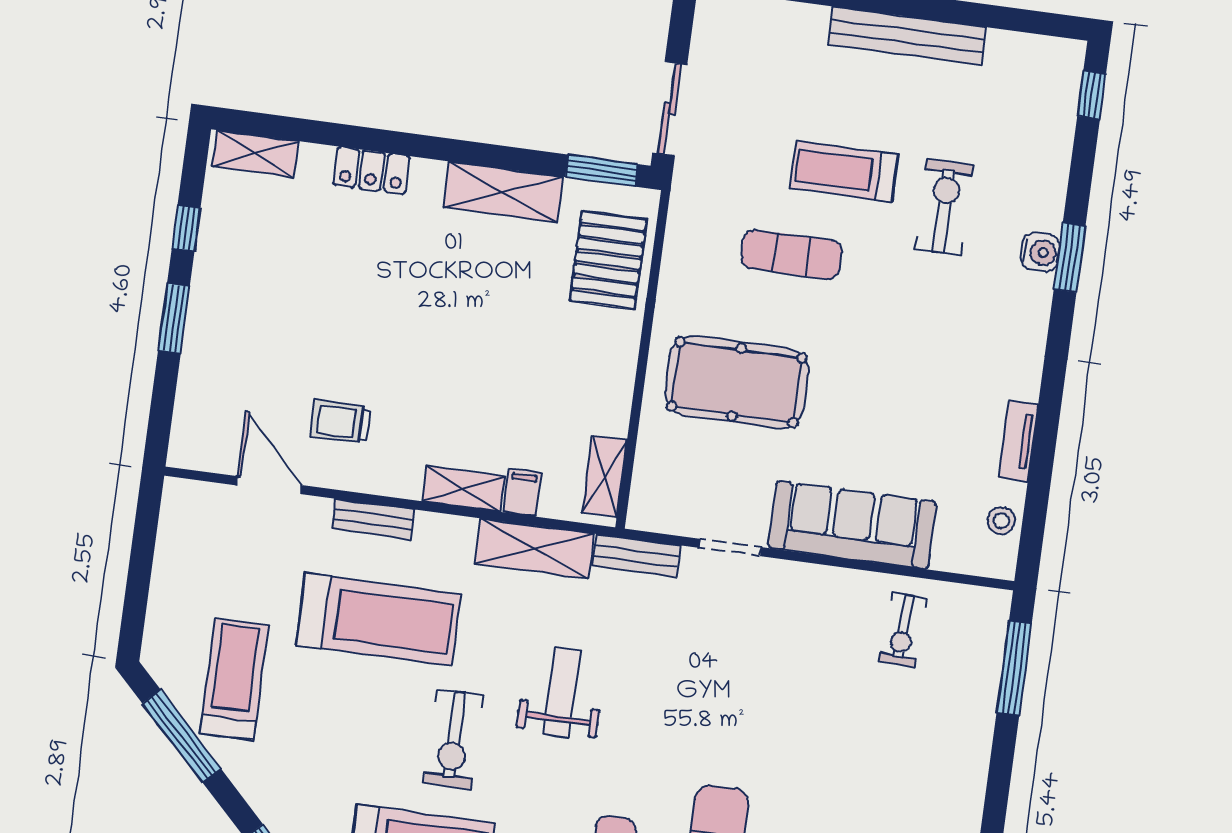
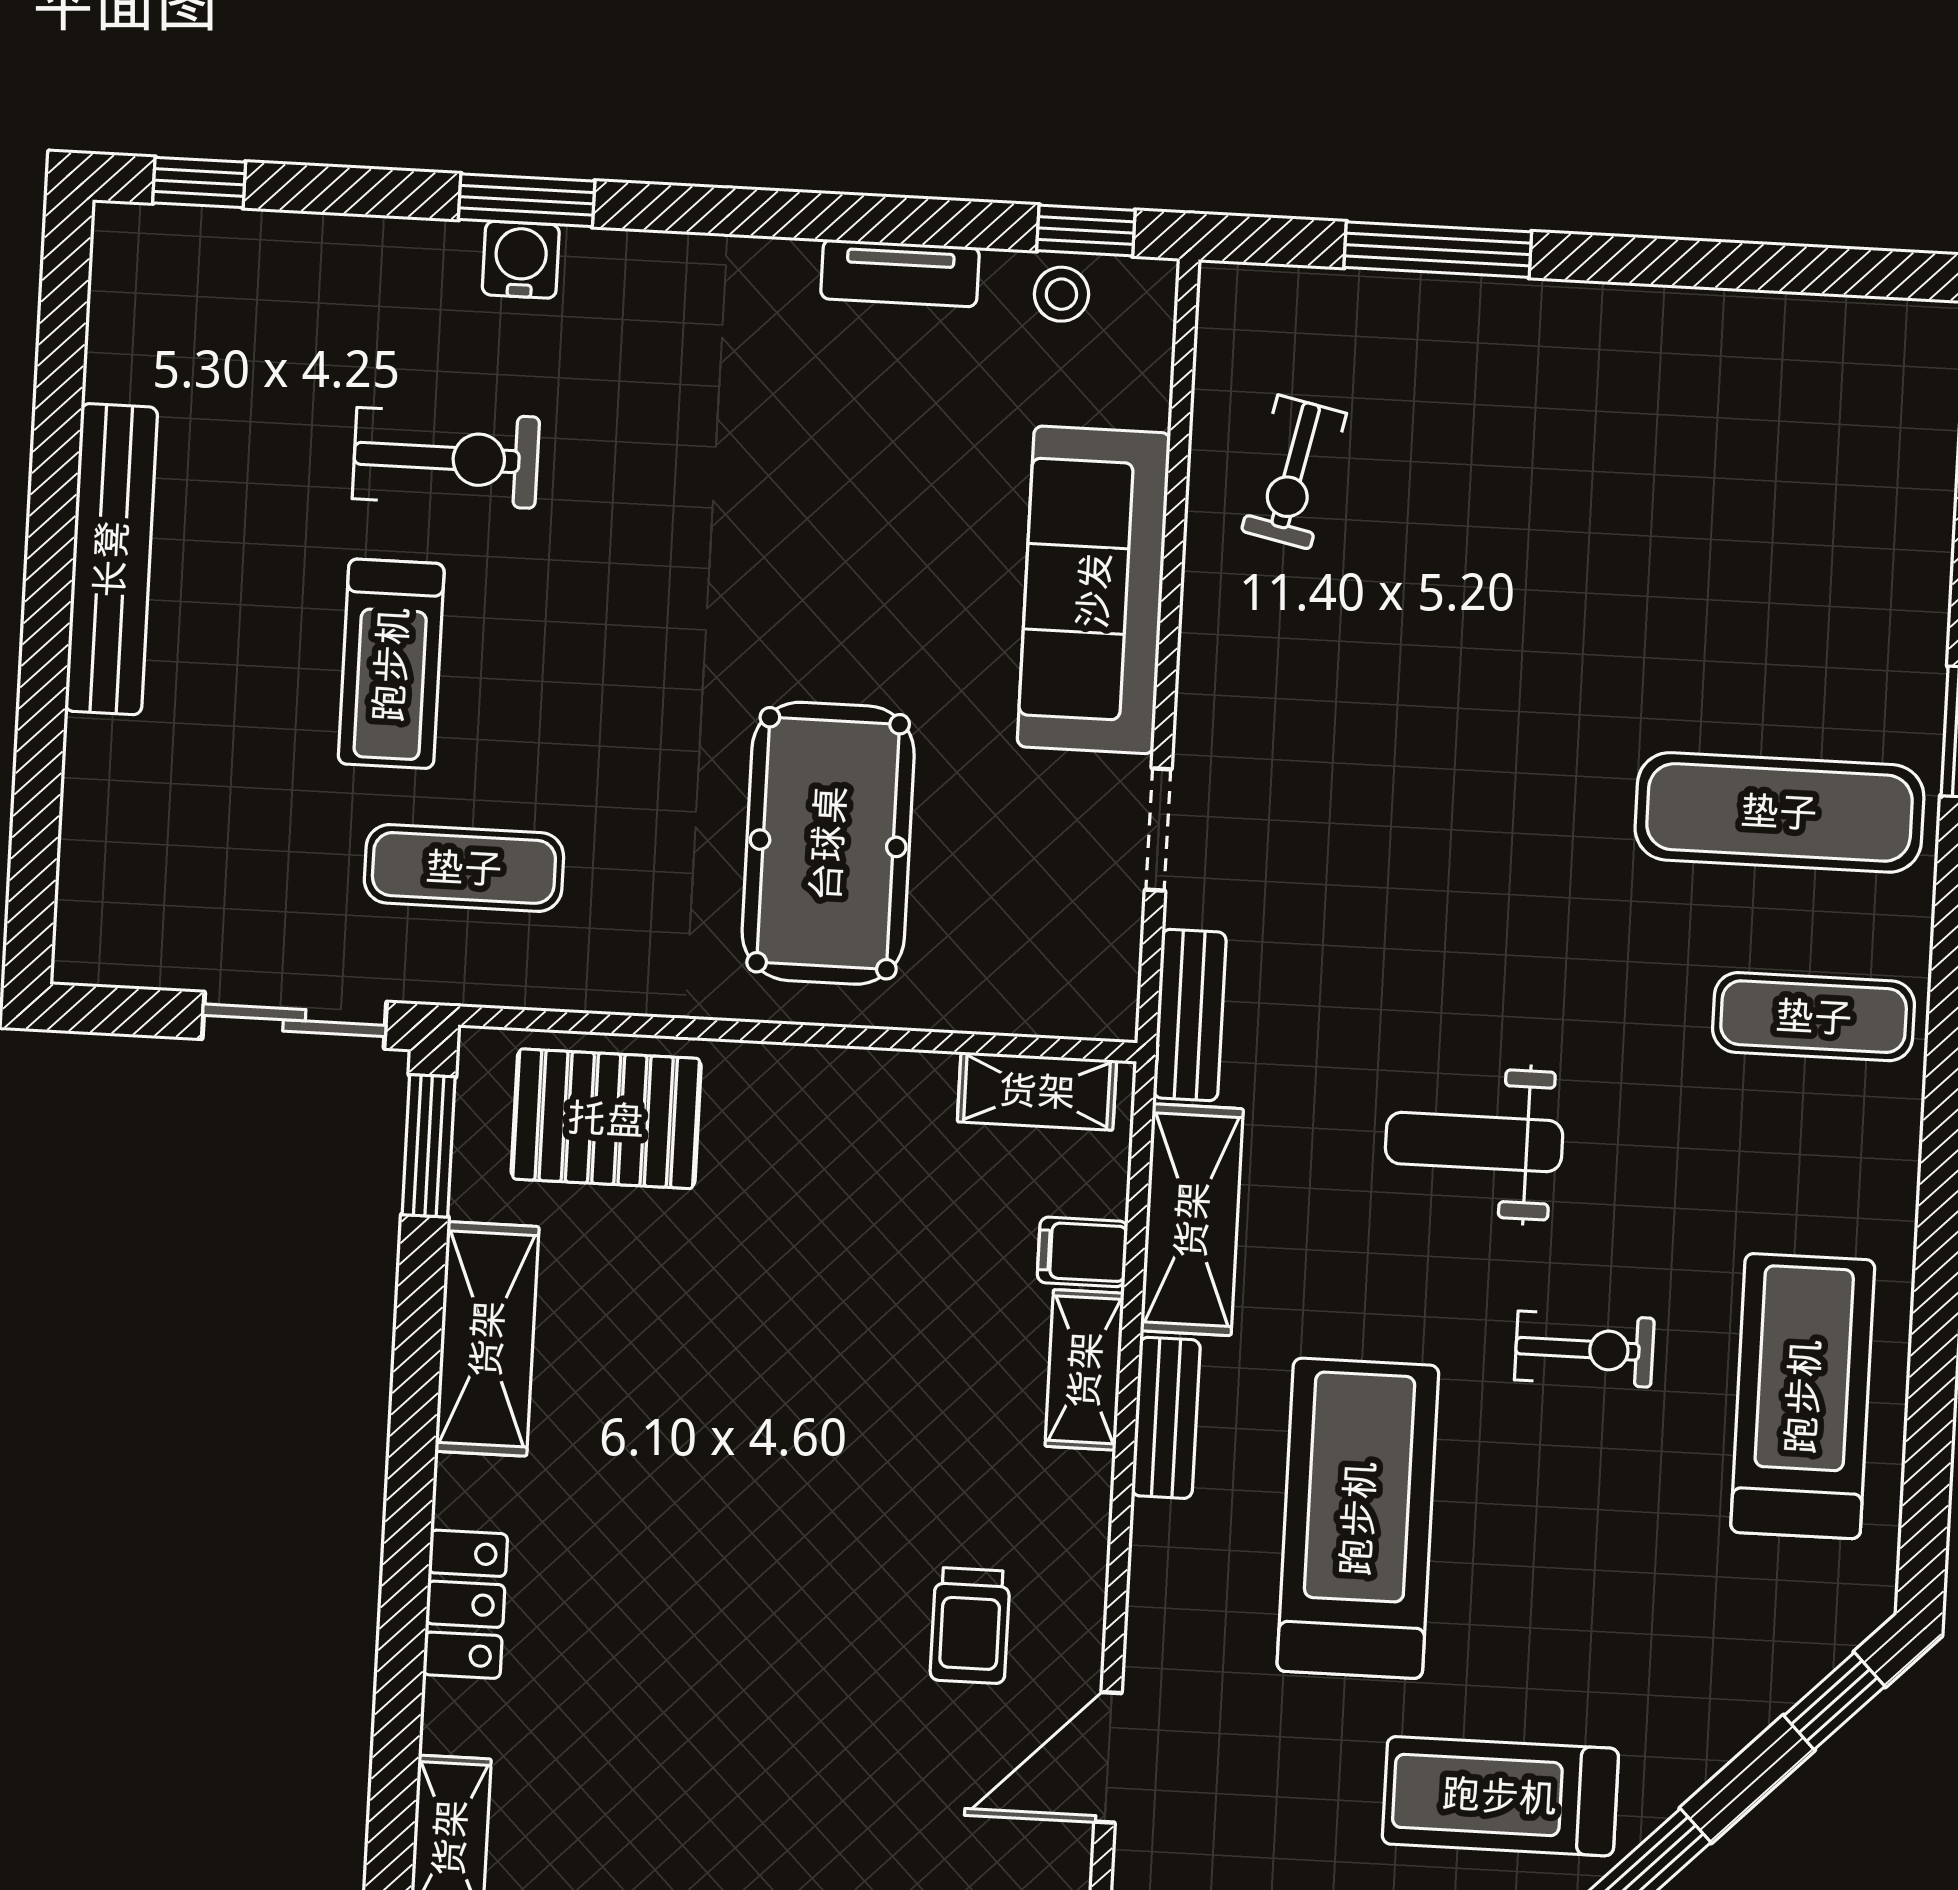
exercise bike: (944, 207) -> (446, 458), turned 180
exercise mat: (792, 254) -> (464, 868), moved, turned 90
bench: (373, 519) -> (1166, 1418), moved
window: (1032, 535) -> (1086, 231), added
exercise bike: (903, 629) -> (1294, 472), turned 99
window: (1014, 668) -> (1438, 250), moved
exercise bike: (454, 739) -> (1584, 1349), width x0.73, depth x0.72

